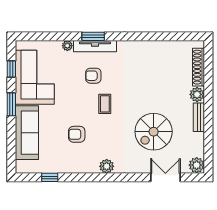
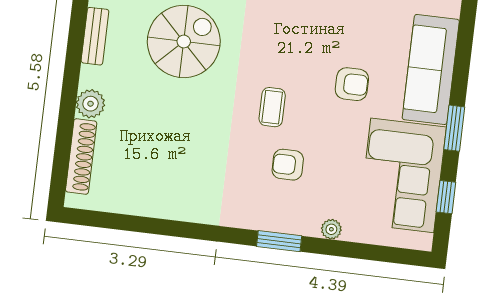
tv unit: (95, 46) -> (278, 222), removed
armchair: (93, 76) -> (288, 165), turned 180
bench: (199, 117) -> (95, 36), moved
armchair: (77, 134) -> (352, 84), moved

